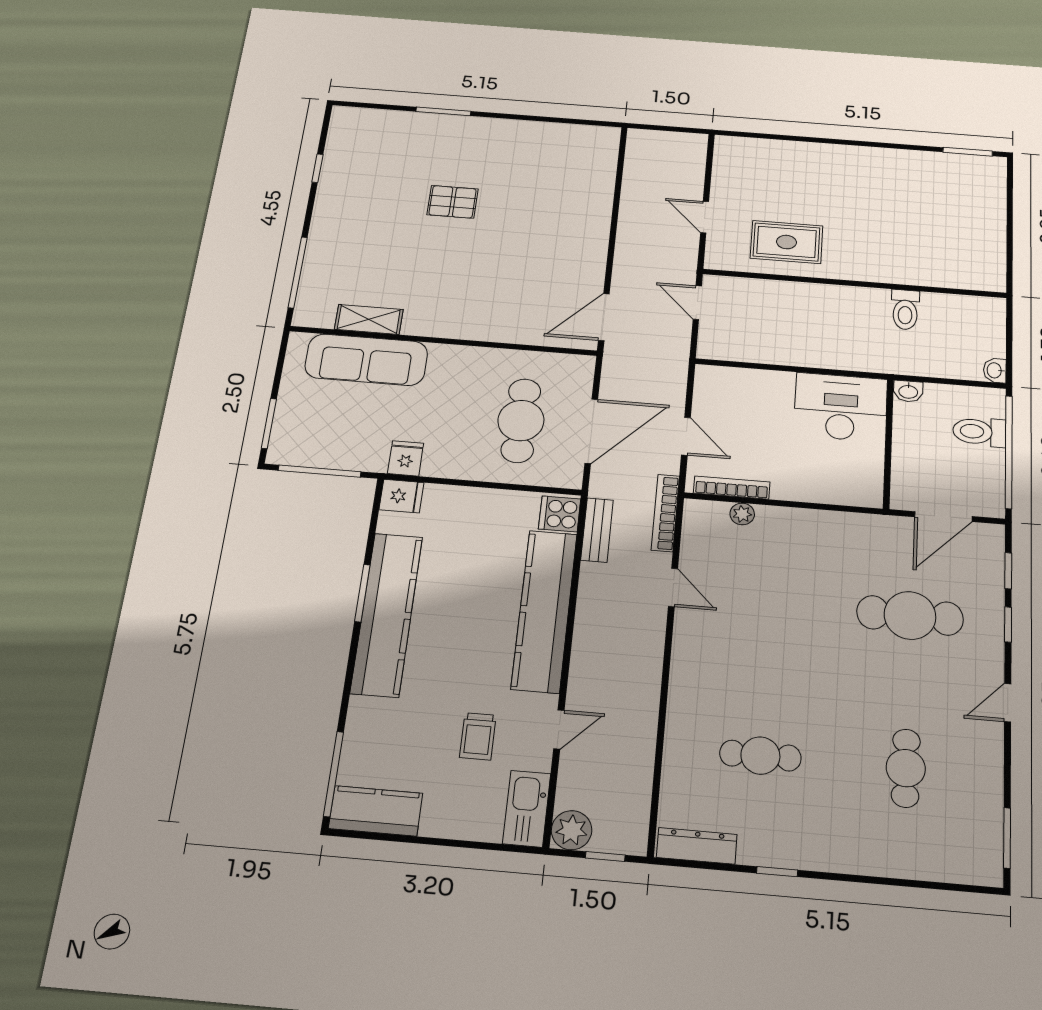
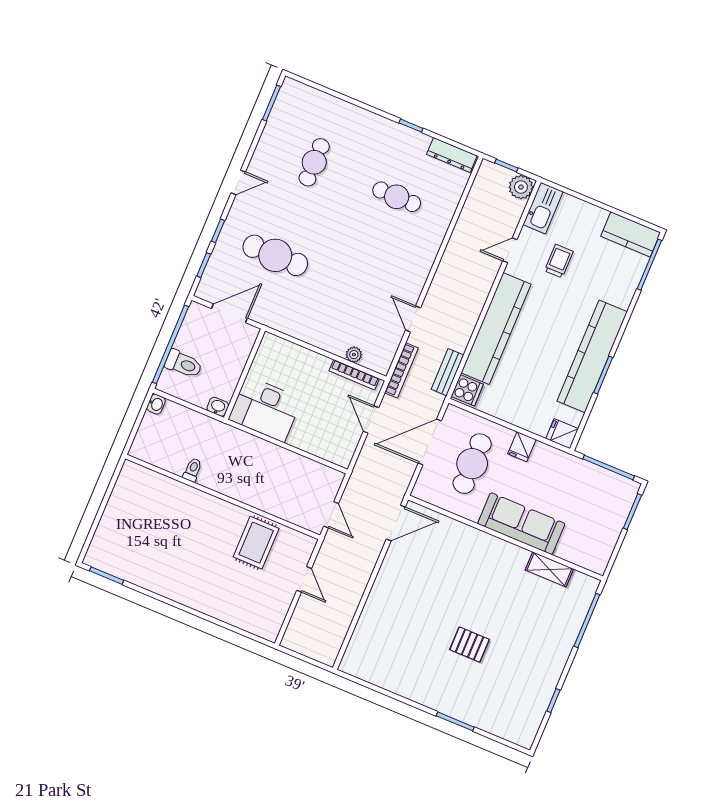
rug: (787, 242) -> (256, 543), turned 90
toilet: (905, 310) -> (193, 470), width x0.73, depth x0.72
sofa: (366, 360) -> (521, 524), moved
fridge: (406, 458) -> (522, 447), moved

